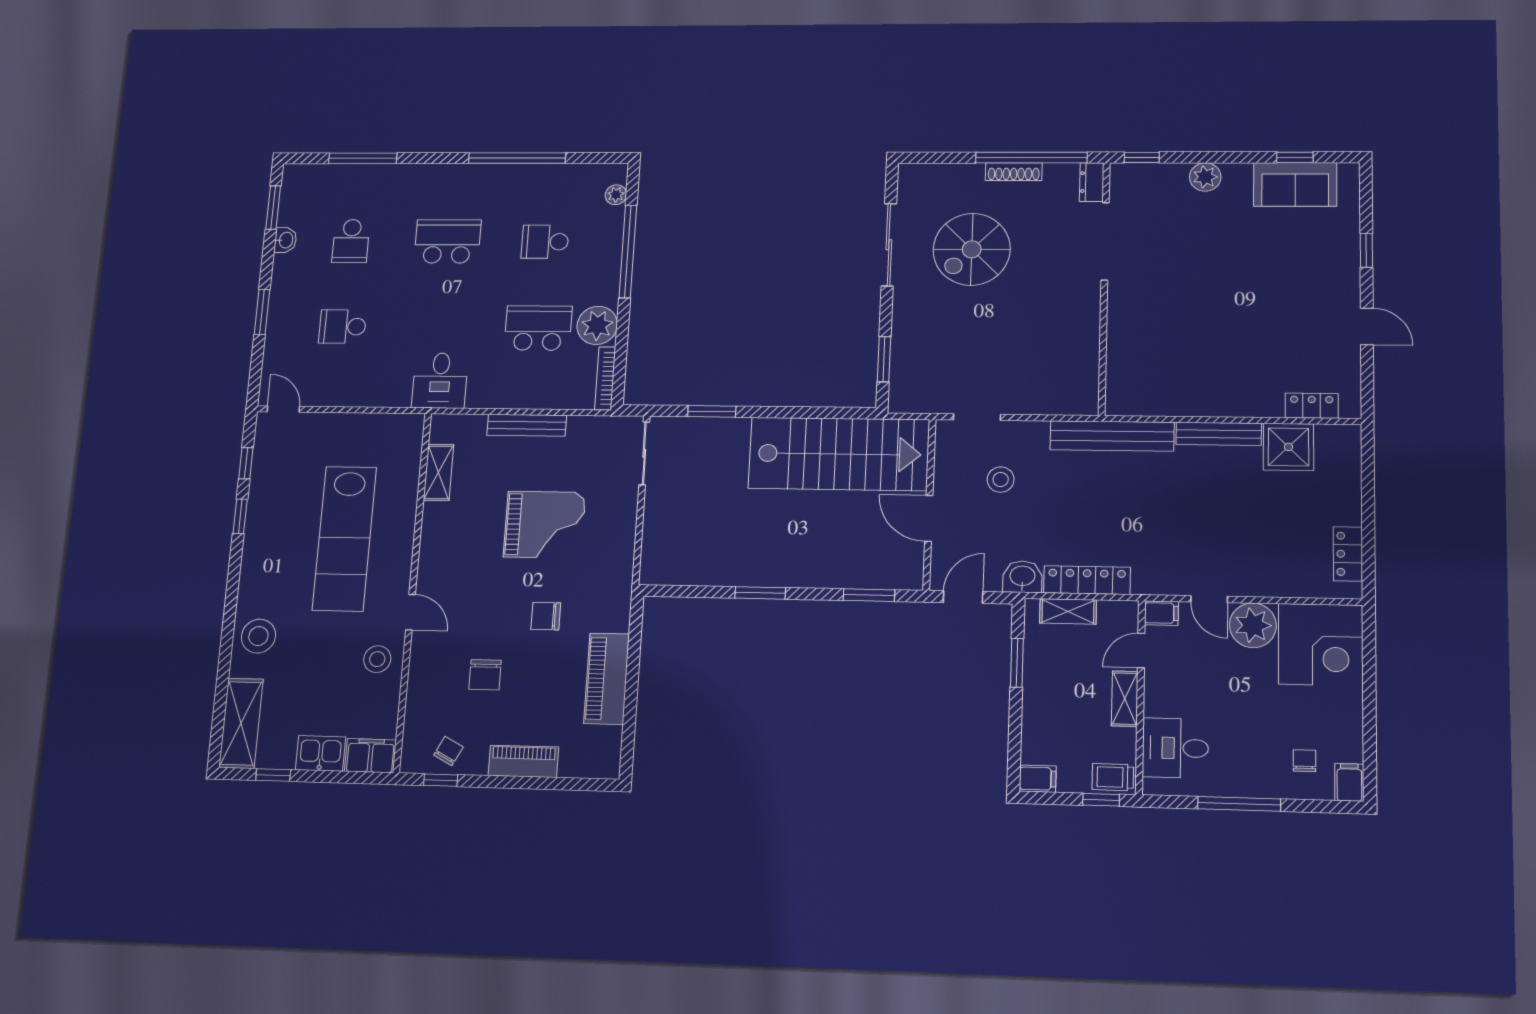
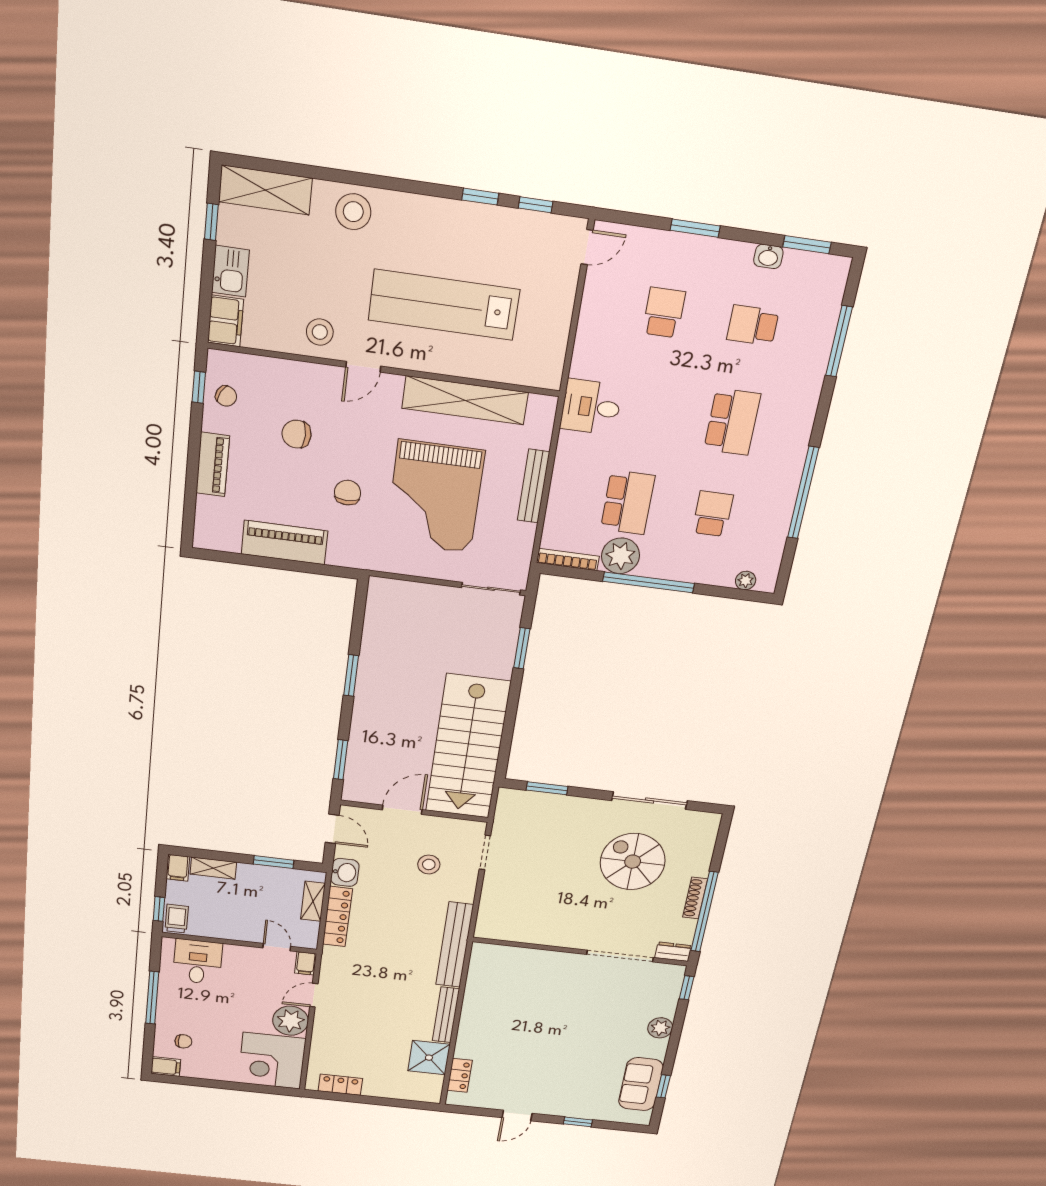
window: (628, 251) -> (649, 582), moved
shelving: (438, 472) -> (465, 400), width x2.20, depth x1.33
grand piano: (545, 525) -> (435, 497), width x1.37, depth x1.48
shelving: (1125, 699) -> (213, 868), moved

